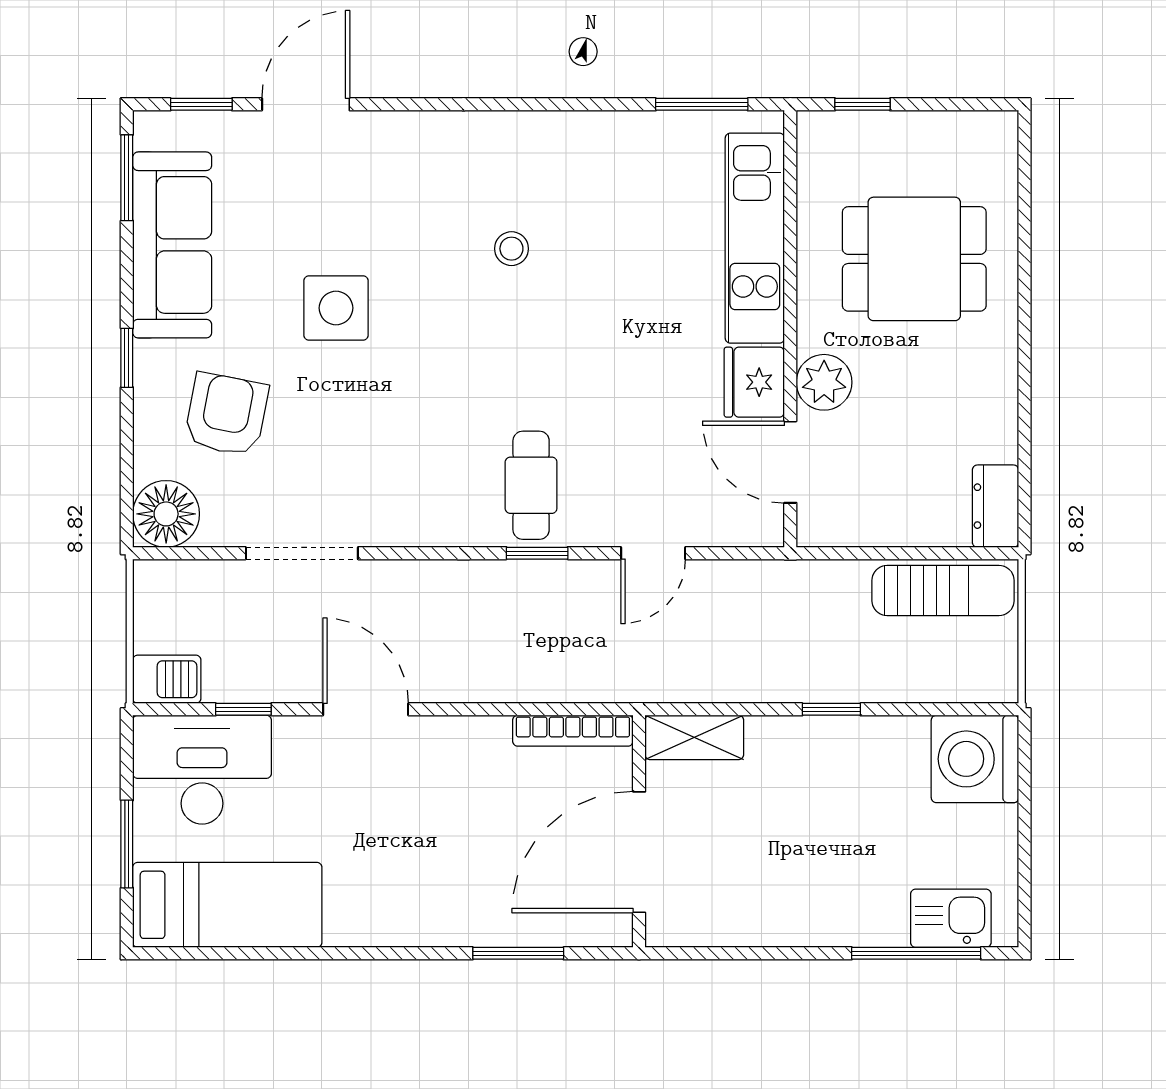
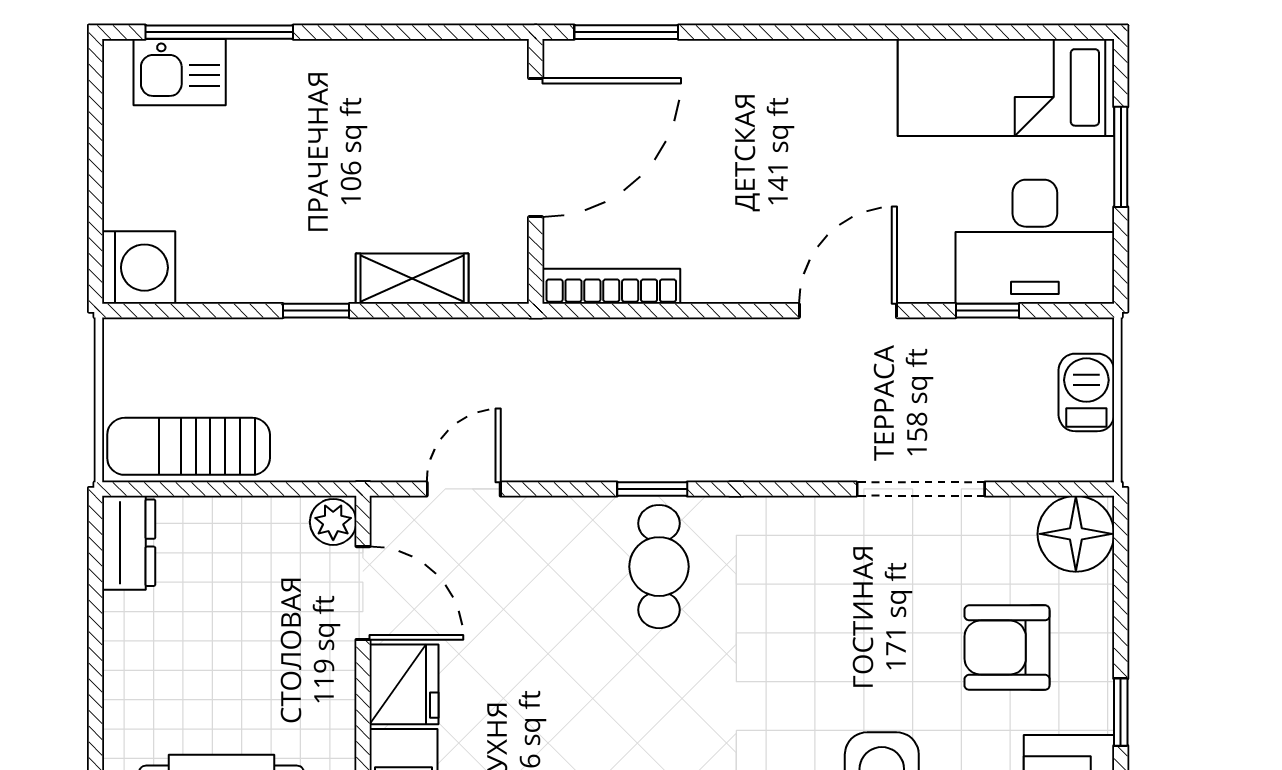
plant: (824, 382) -> (333, 522), moved, width x0.73, depth x0.73
armchair: (226, 414) -> (1007, 648), turned 79
door: (653, 553) -> (464, 489), moved
barbecue: (167, 679) -> (1086, 392), moved, turned 90
door: (366, 709) -> (848, 311), swing flipped
shelving: (694, 737) -> (412, 279), moved
washing machine: (975, 759) -> (139, 268), width x0.73, depth x0.73
window: (518, 953) -> (626, 32), moved

